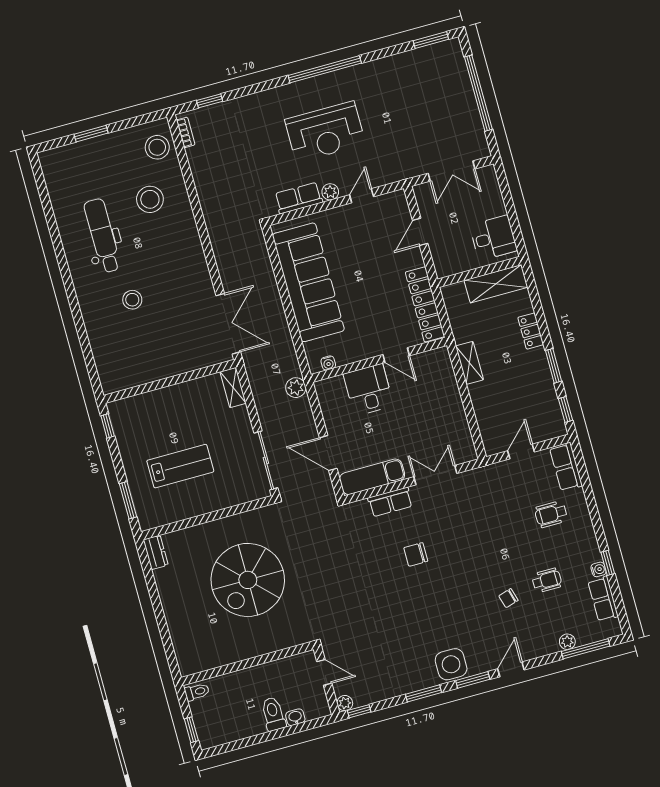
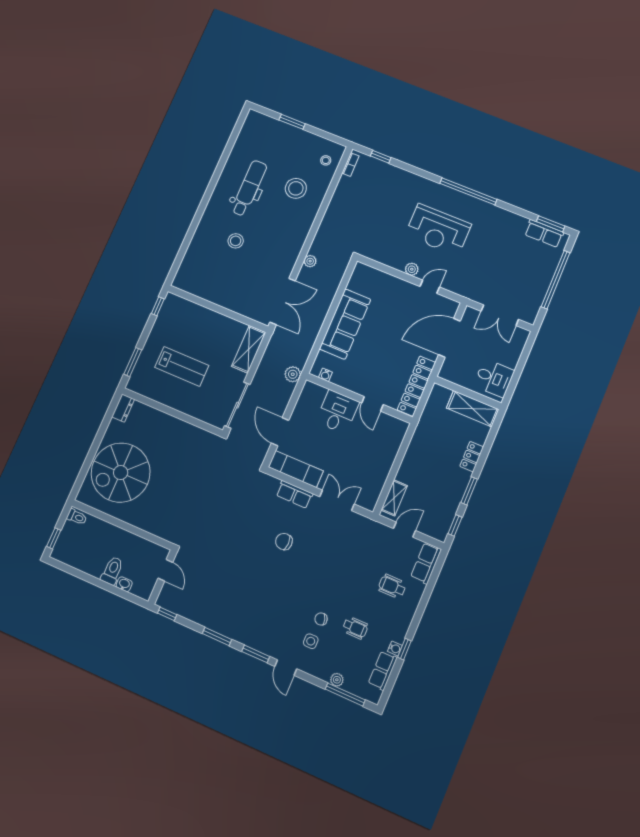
stool: (157, 147) -> (326, 160), width x0.53, depth x0.53
row of seats: (299, 198) -> (544, 233), moved, turned 180
door: (420, 232) -> (449, 338), width x1.88
sofa: (308, 282) -> (345, 324), width x0.74, depth x0.79
shelving: (470, 363) -> (394, 498), moved
shelving: (233, 387) -> (249, 349), width x1.50, depth x1.33
spiral stairs: (248, 580) -> (121, 473), moved
side table: (451, 664) -> (311, 641), moved, width x0.54, depth x0.54
door: (511, 669) -> (286, 668), swing flipped
plant: (345, 703) -> (310, 261), moved

